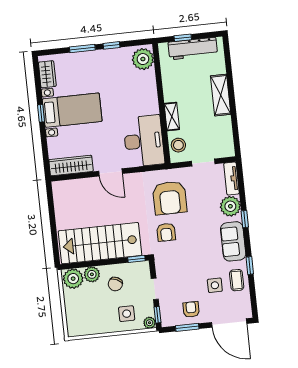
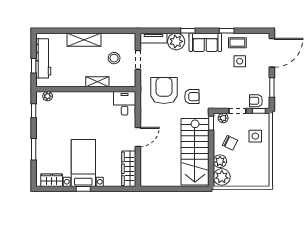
window: (112, 45) -> (34, 111), moved
plant: (143, 59) -> (48, 96), width x0.53, depth x0.53
desk: (144, 141) -> (125, 103), width x0.53, depth x0.77
stool: (178, 145) -> (114, 58), moved
armchair: (170, 198) -> (164, 91), turned -90
armchair: (191, 309) -> (256, 101), moved
plant: (150, 323) -> (223, 118), moved

